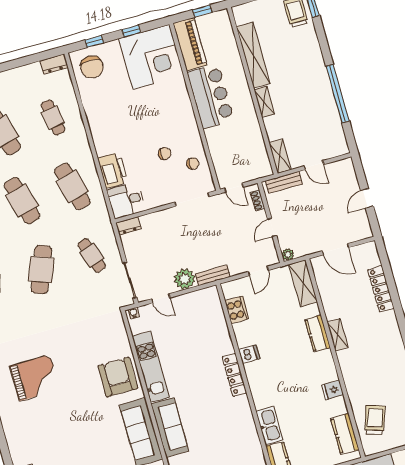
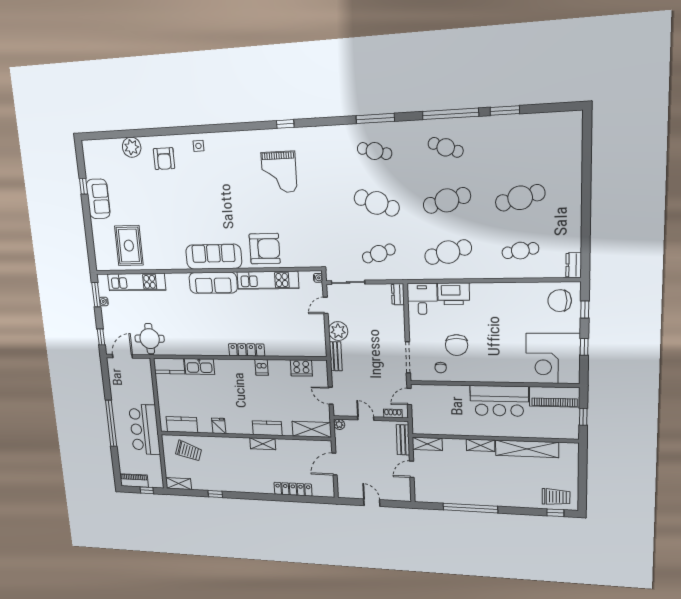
chair: (165, 154) -> (457, 345), width x1.87, depth x1.87

